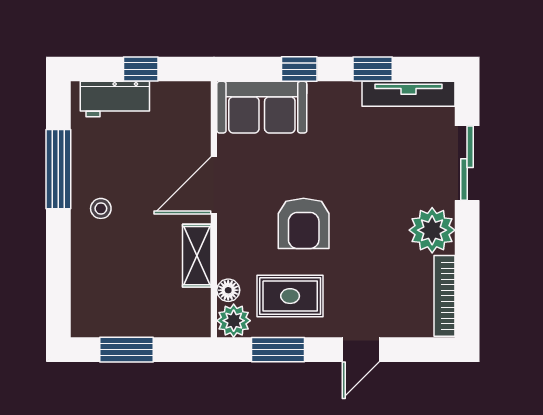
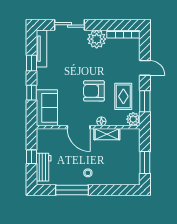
armchair: (304, 223) -> (94, 91), turned 180
floor lamp: (228, 290) -> (101, 121), moved

